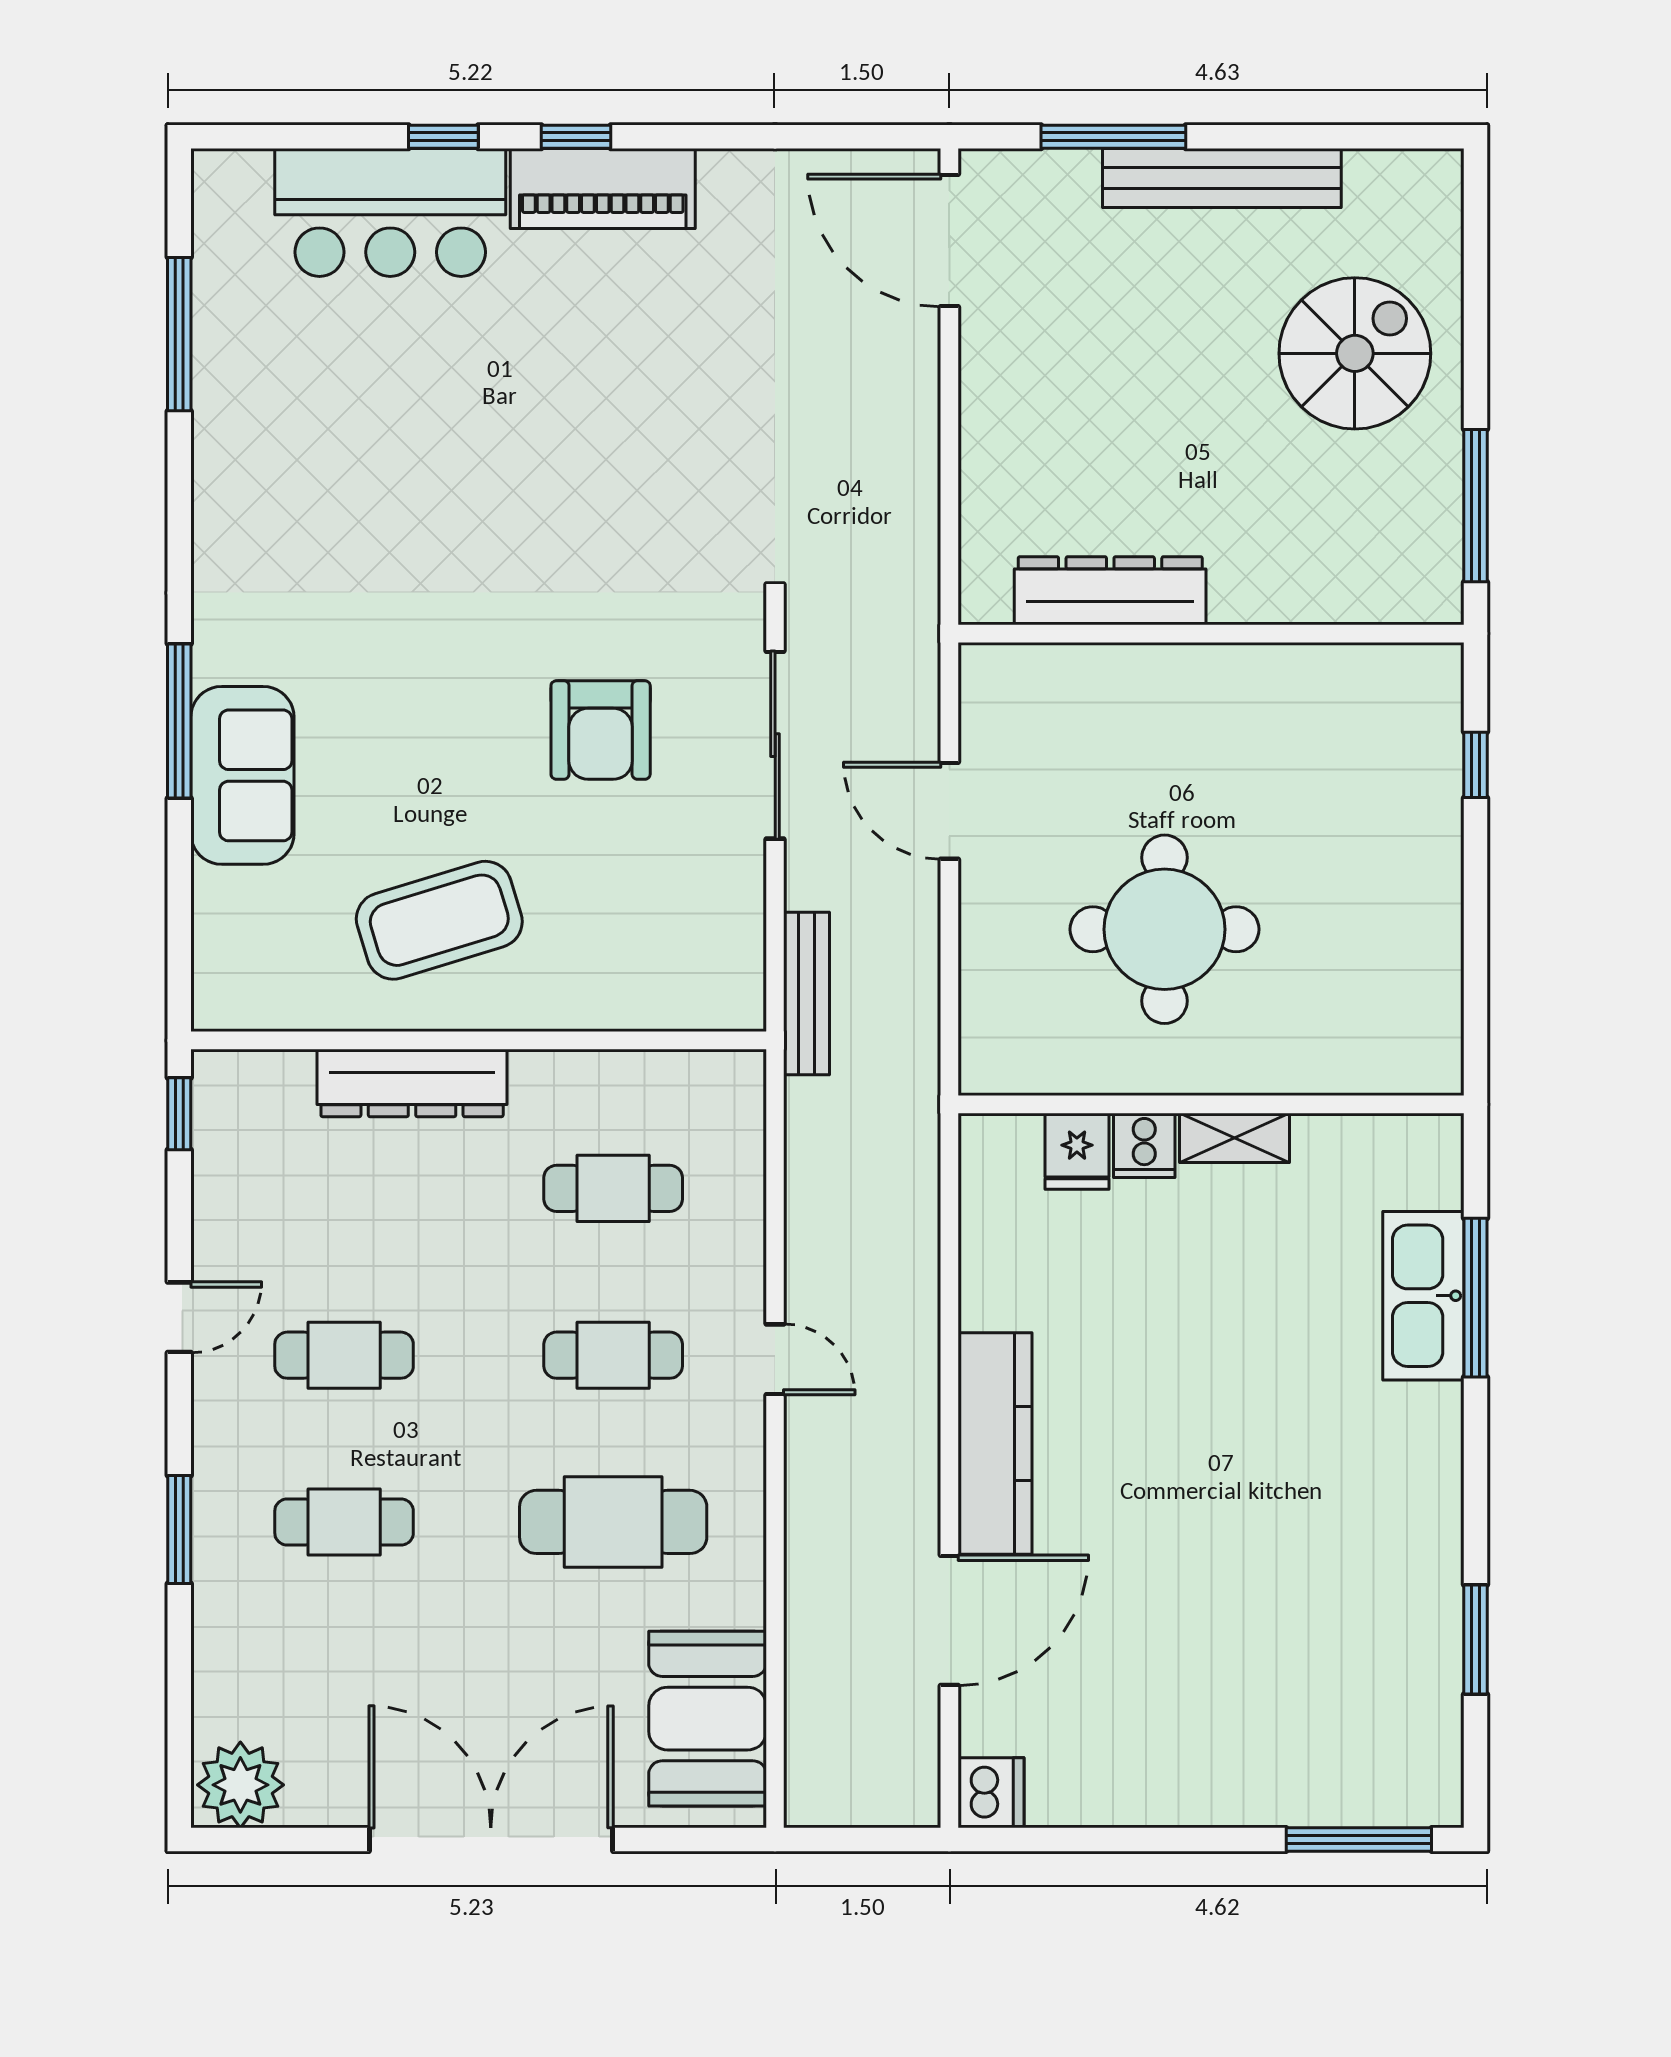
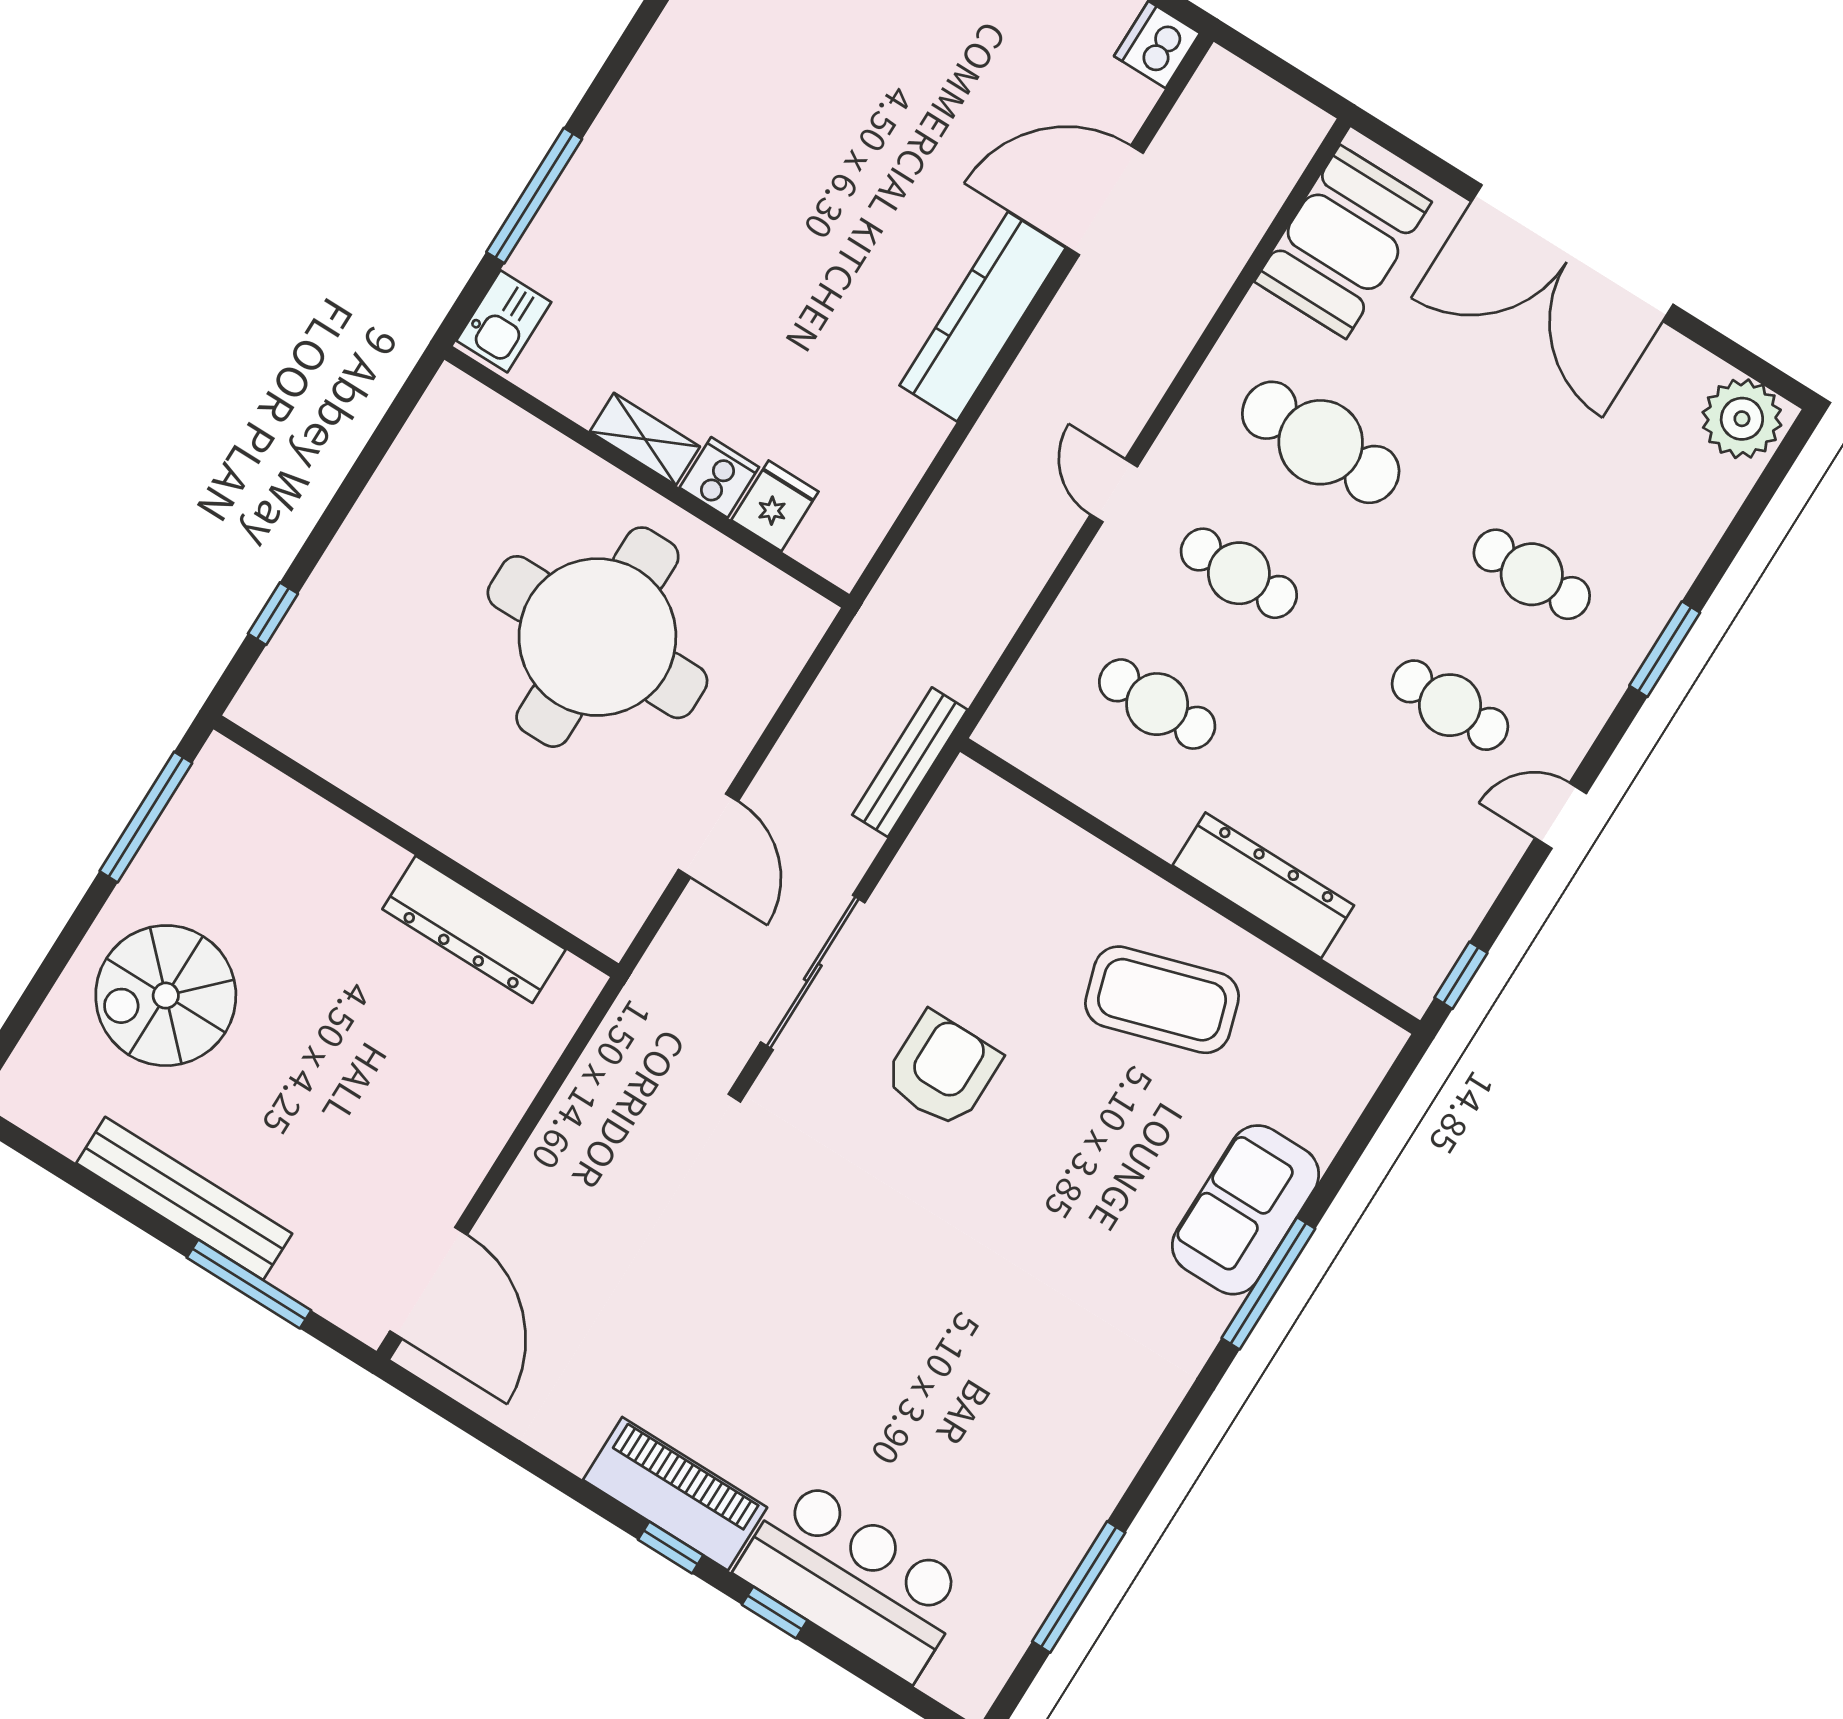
round table: (1165, 929) -> (597, 637), width x1.36, depth x1.36
kitchen sink: (1423, 1296) -> (504, 321), moved, width x0.53, depth x0.81

